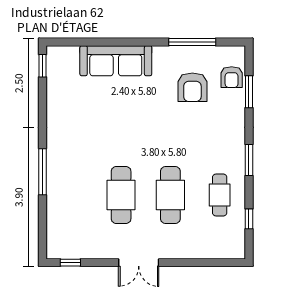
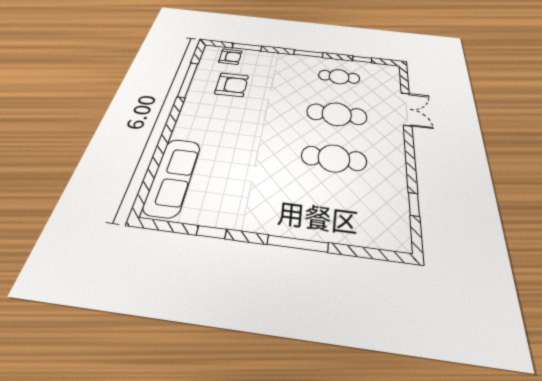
sofa: (116, 61) -> (173, 177), moved
window: (43, 66) -> (211, 232), moved
window: (70, 263) -> (414, 204), moved
double door: (139, 263) -> (406, 109), moved

